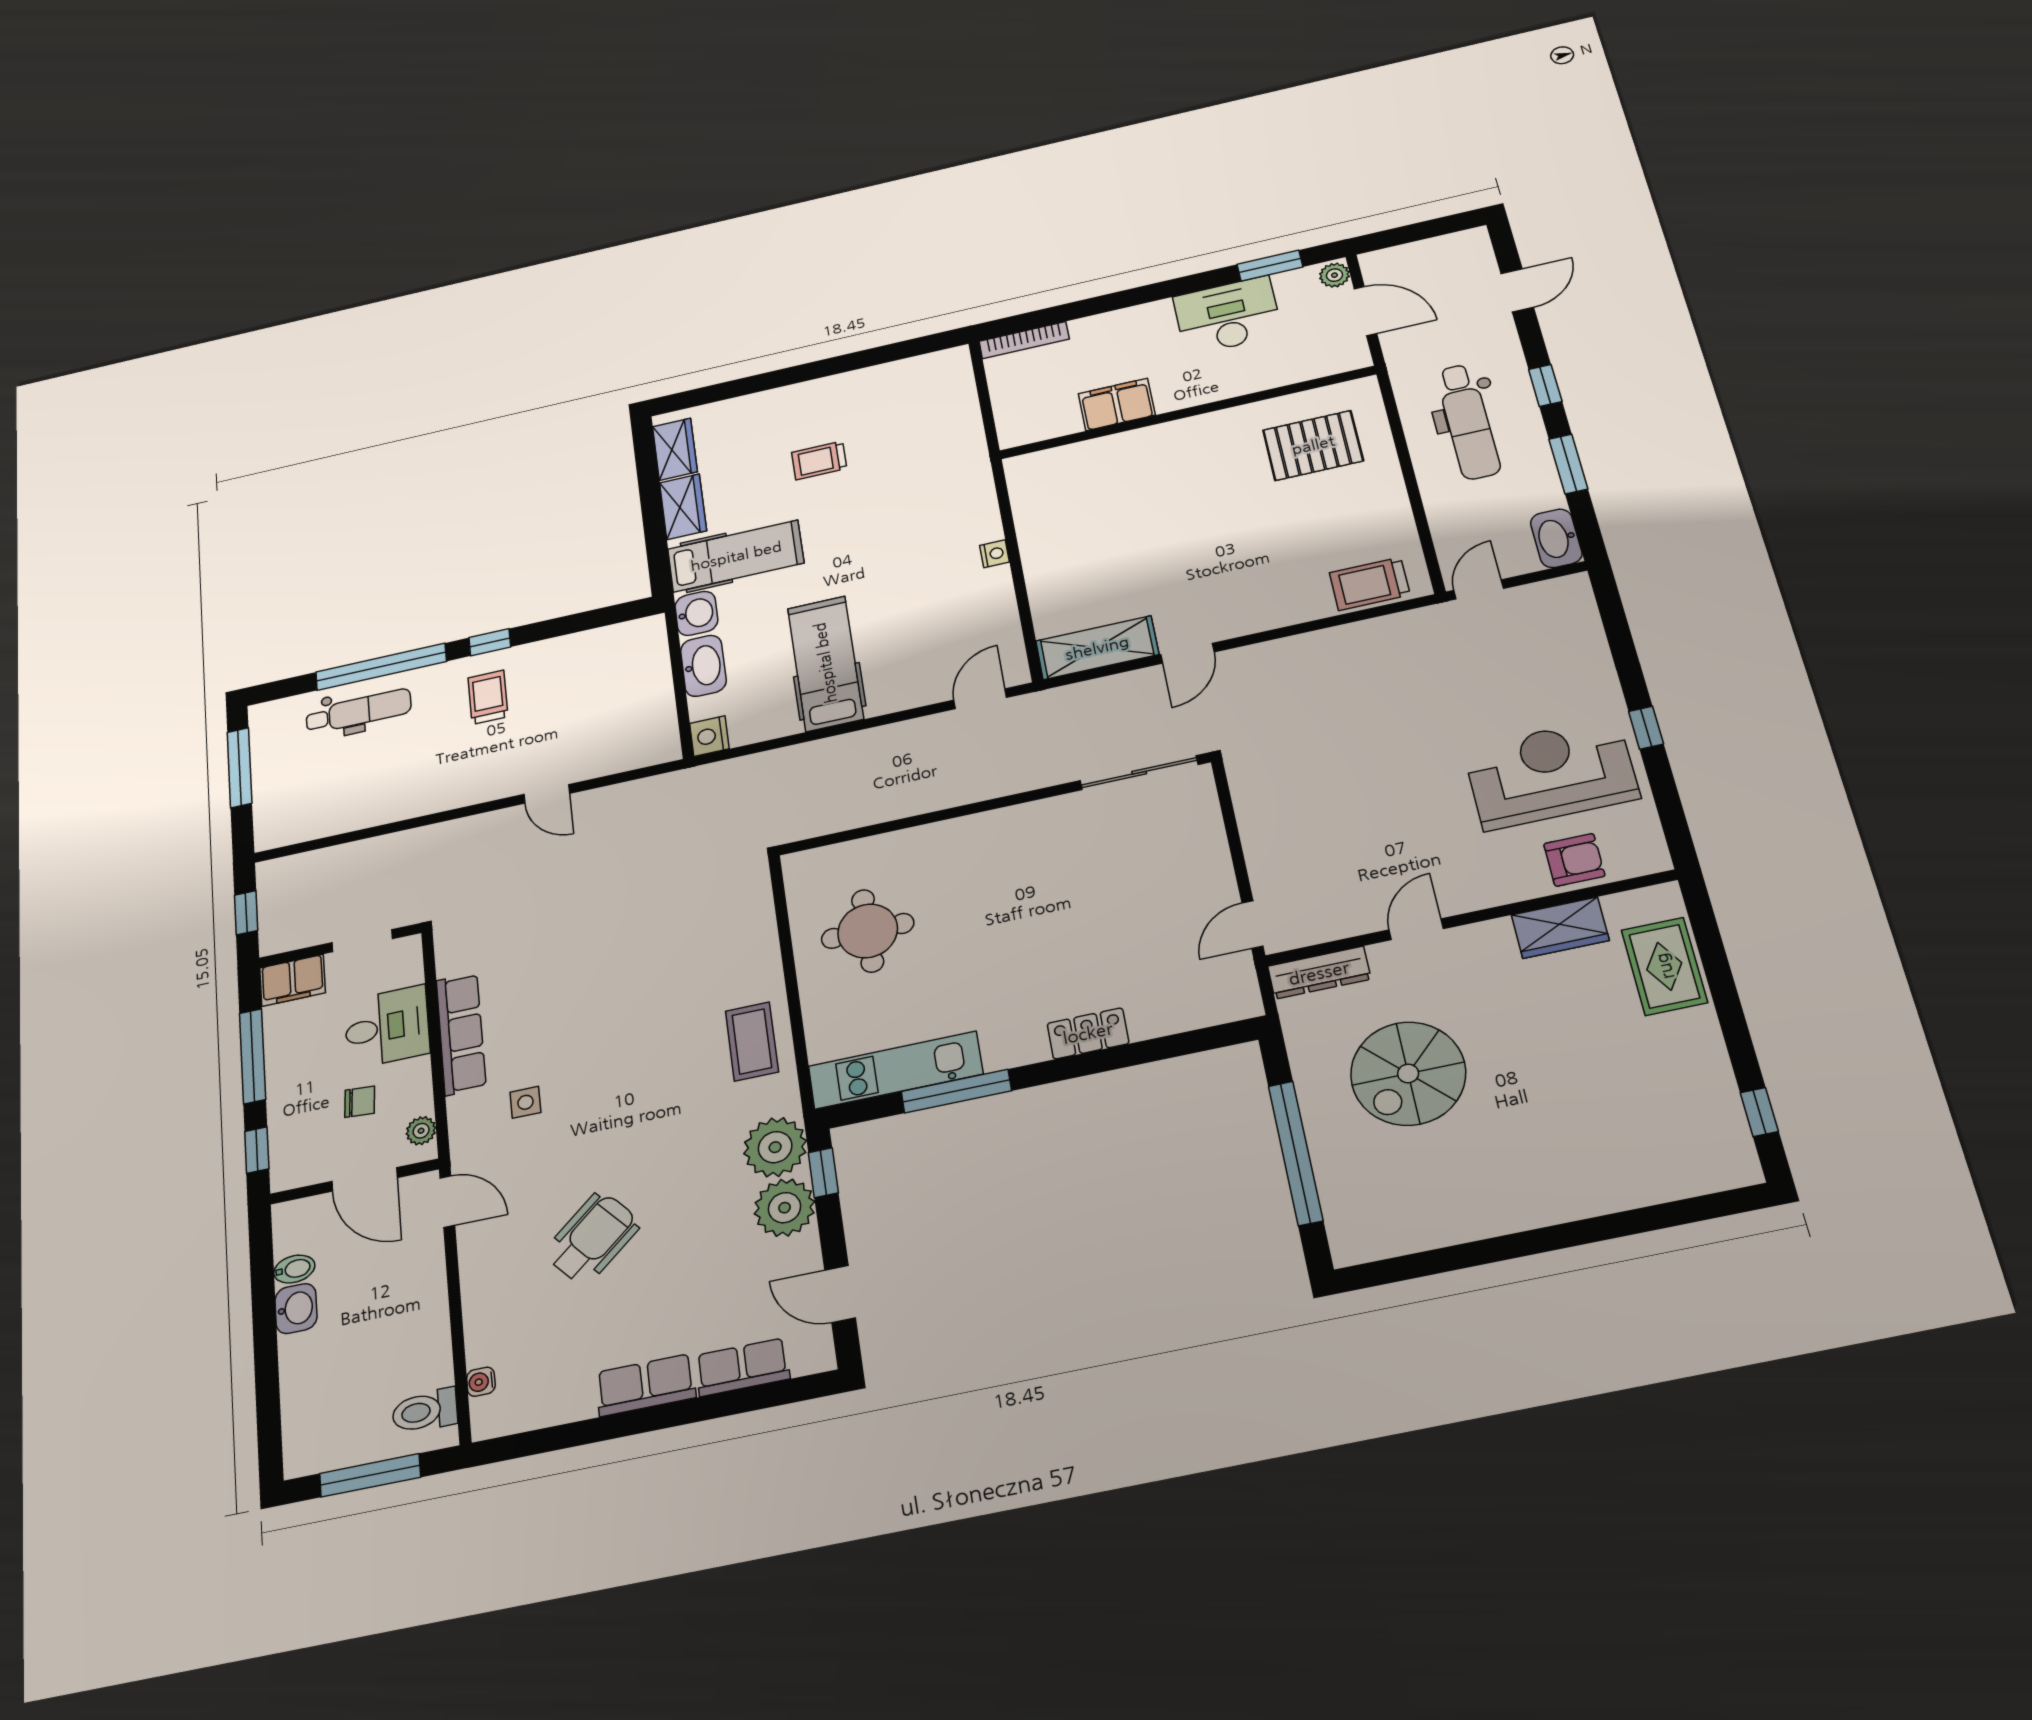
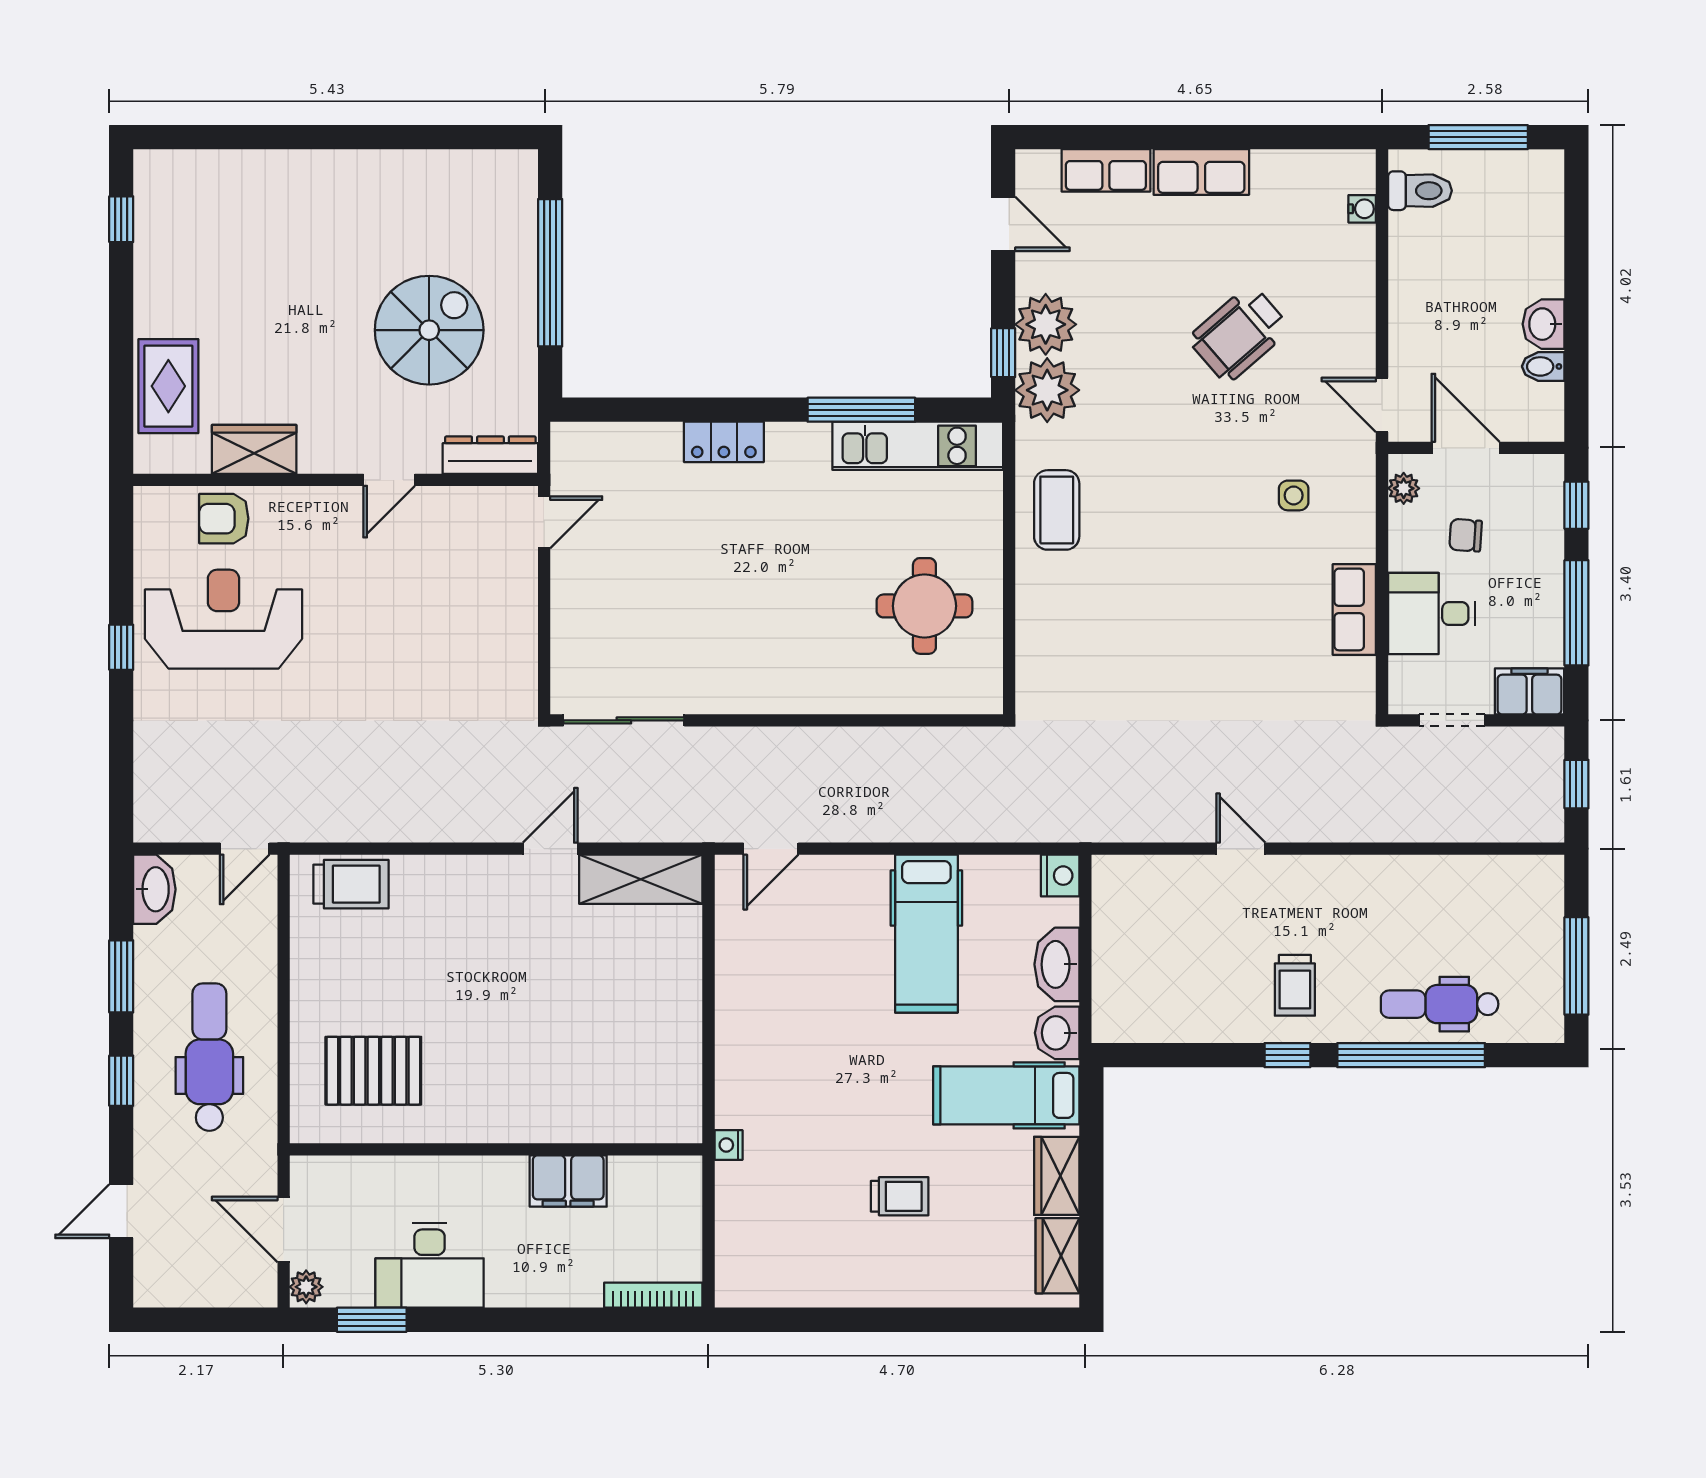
nightstand: (995, 554) -> (729, 1145), moved
reception desk: (1551, 773) -> (223, 619), turned 180
row of seats: (461, 1034) -> (1354, 609), width x0.68

